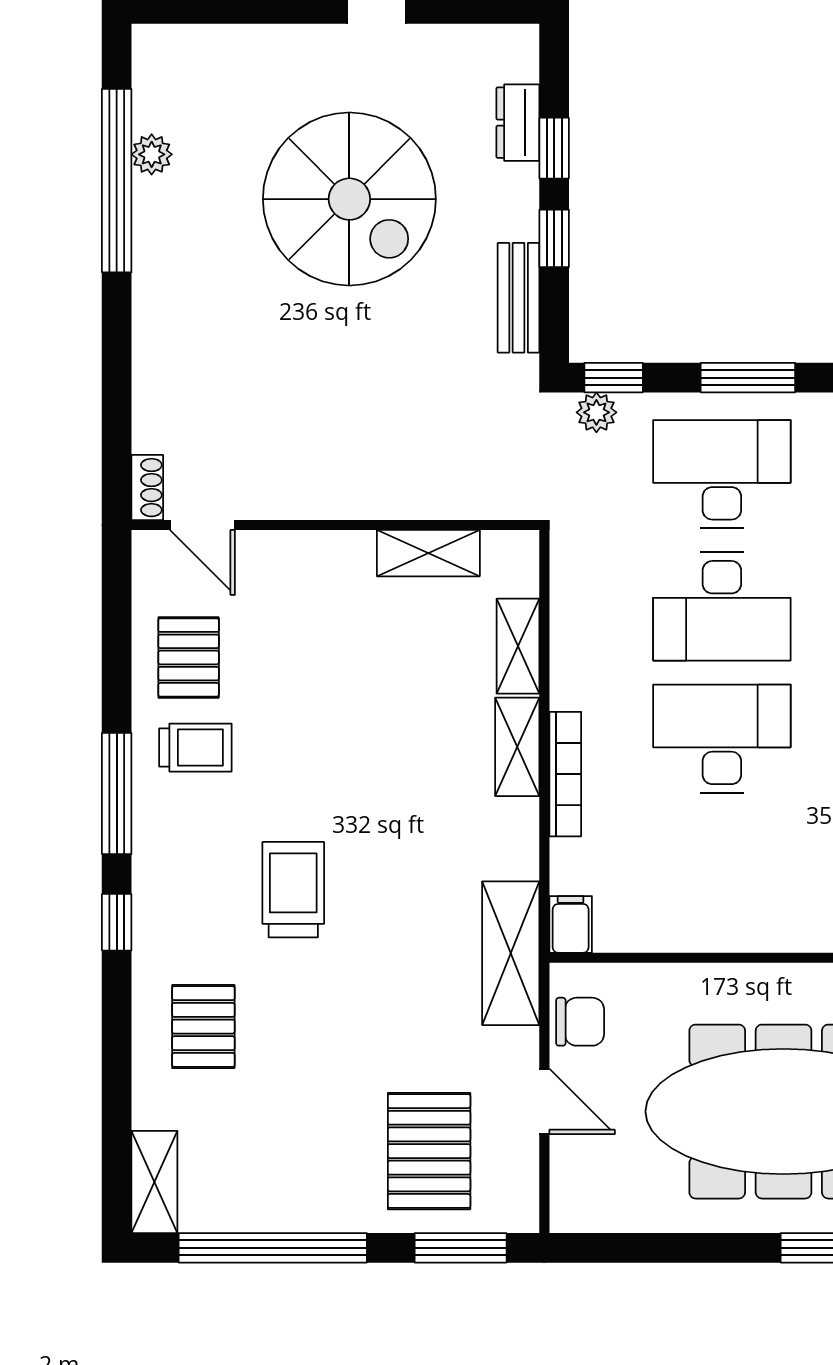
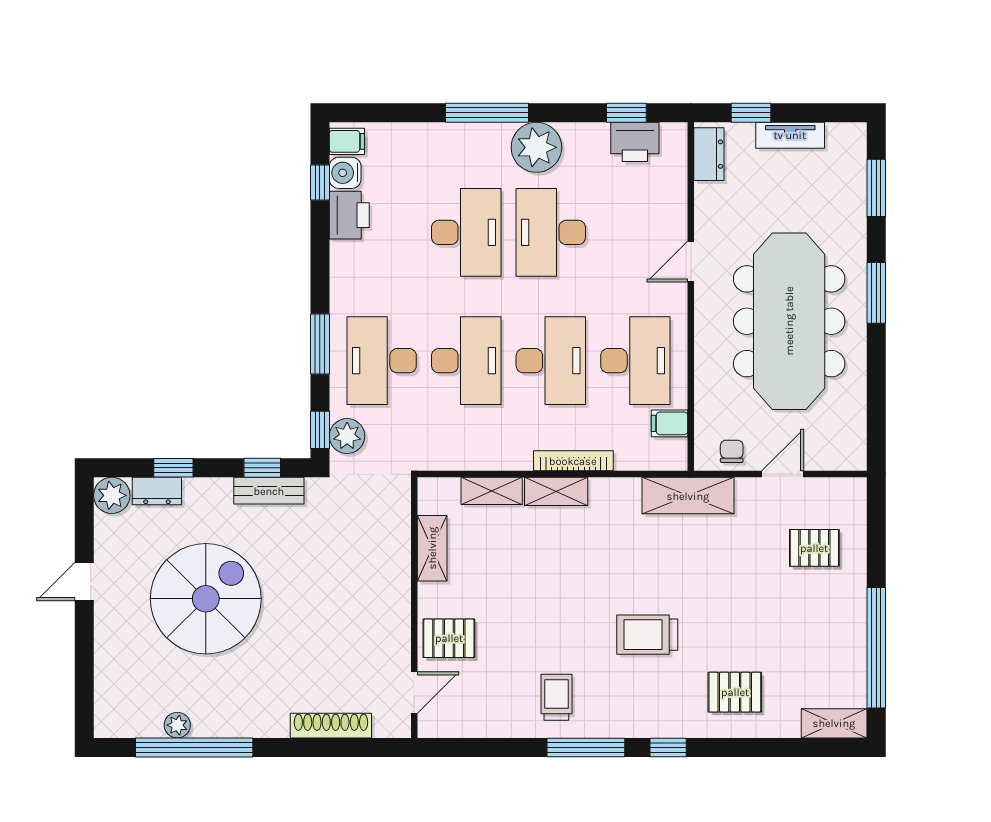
plant: (511, 52) -> (112, 495), added
window: (554, 238) -> (262, 468), moved
plant: (596, 412) -> (347, 436), width x1.38, depth x1.38
shoe rack: (147, 488) -> (331, 726), moved, width x1.94, depth x1.24
pallet: (189, 657) -> (449, 638), moved
desk: (722, 739) -> (551, 361), turned 180
desk: (722, 871) -> (635, 361), added
filing cabinet: (571, 924) -> (669, 423), moved
chair: (580, 1022) -> (732, 451), width x0.73, depth x0.73
pallet: (429, 1151) -> (814, 548), width x0.67, depth x0.71
window: (461, 1248) -> (876, 528), removed

